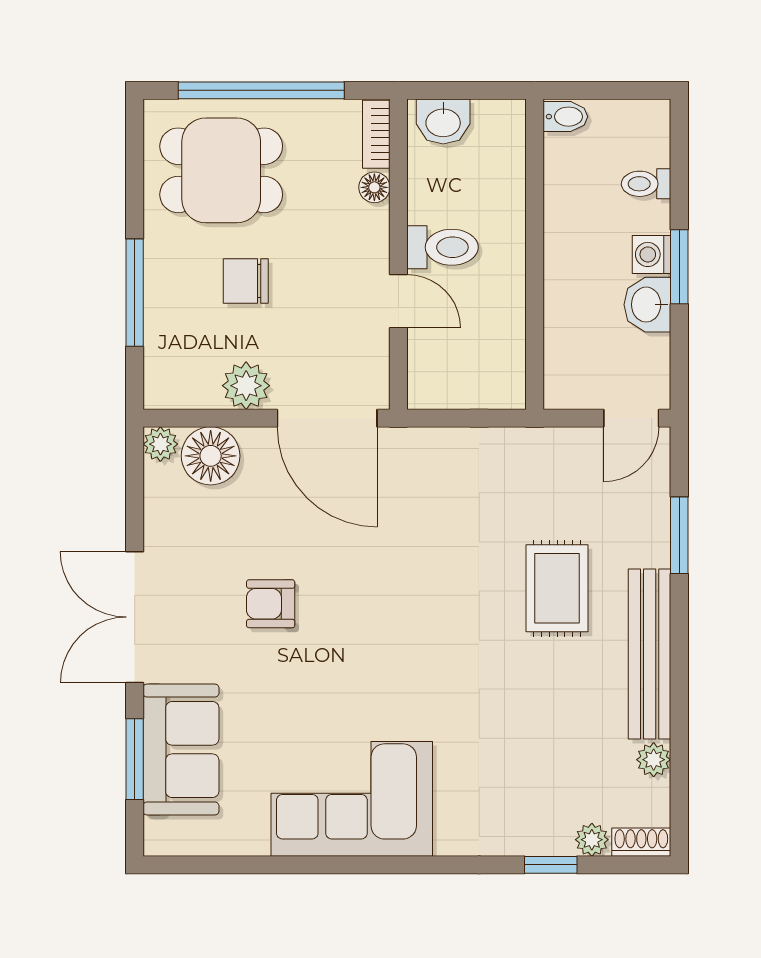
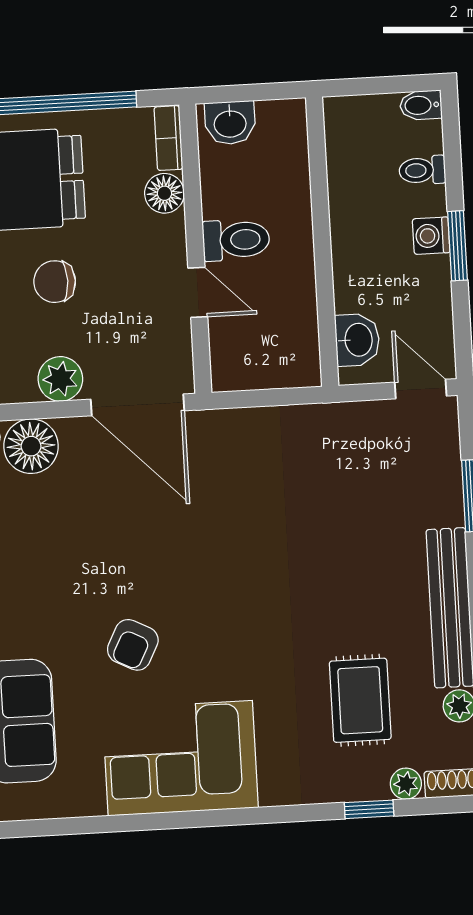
bidet: (565, 117) -> (421, 105), moved, turned 180
floor lamp: (374, 187) -> (164, 193), width x1.37, depth x1.37
washbasin: (647, 305) -> (357, 340), moved, turned 180
door: (631, 418) -> (421, 389), swing flipped
rug: (557, 588) -> (360, 700), moved
armchair: (271, 604) -> (133, 645), moved, turned -63

